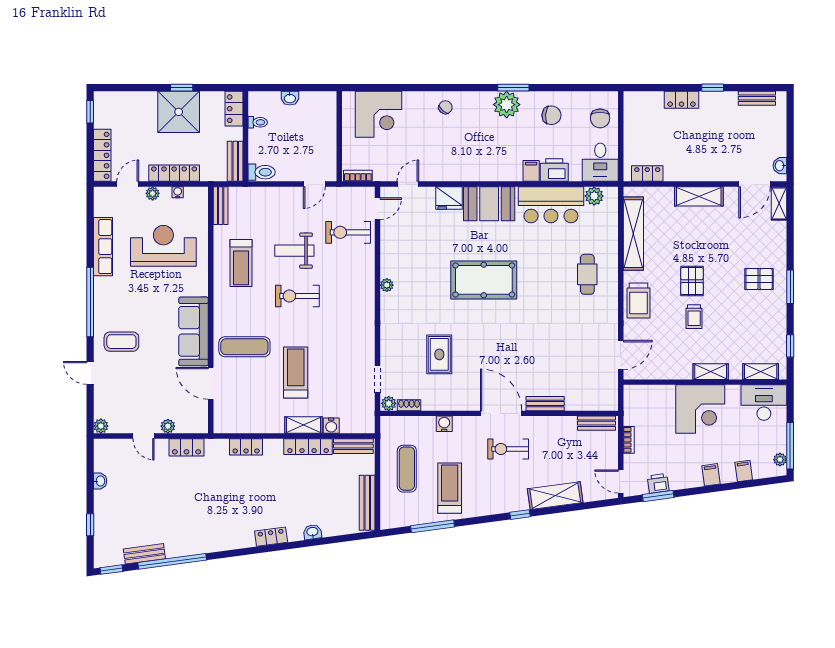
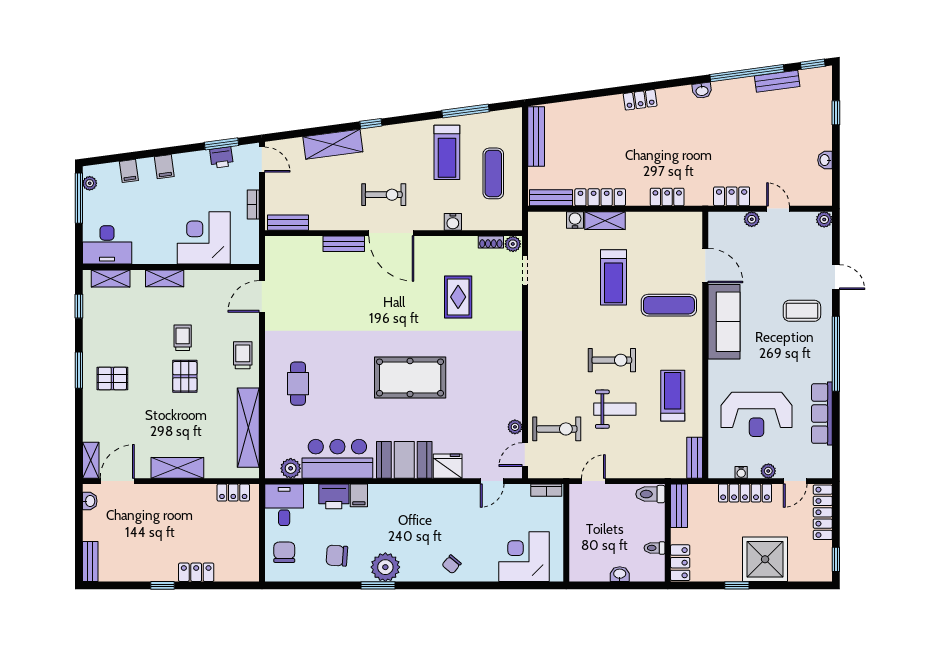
bench: (757, 98) -> (90, 562), moved, turned 90
shower: (179, 112) -> (765, 559), moved
plant: (387, 285) -> (515, 427), moved
trolley: (638, 301) -> (243, 355), width x0.73, depth x0.72
corner desk: (700, 409) -> (204, 238), moved
washbasin: (312, 532) -> (702, 91), moved

